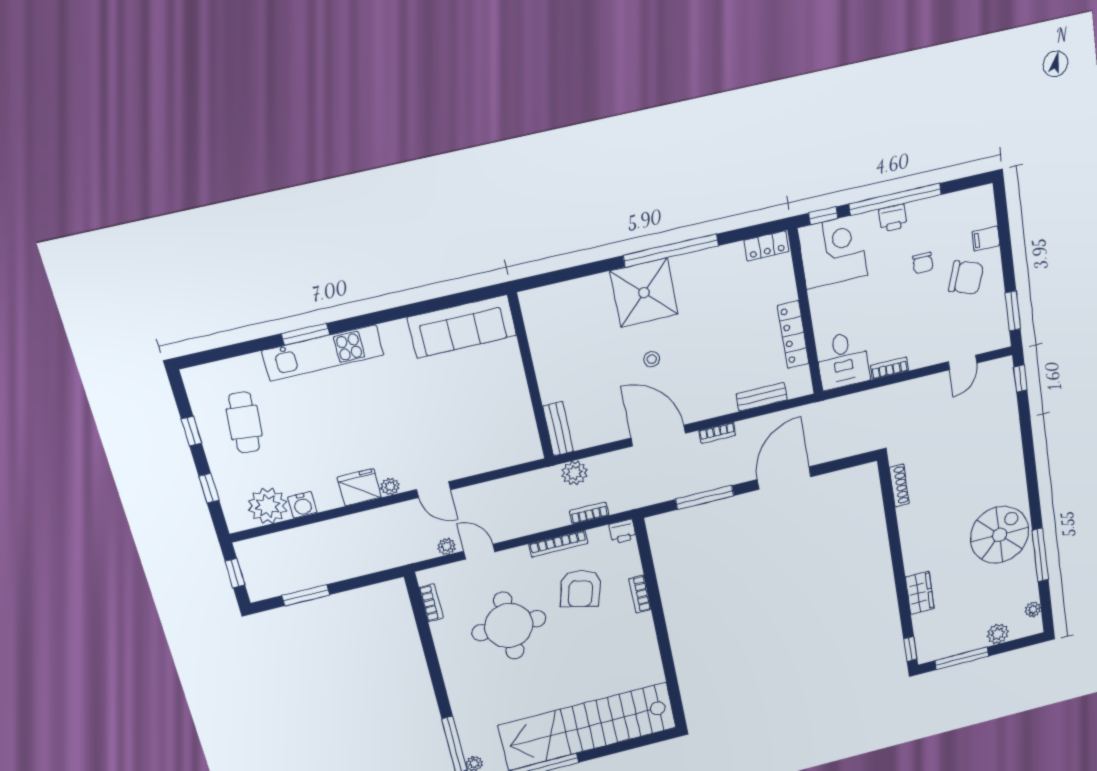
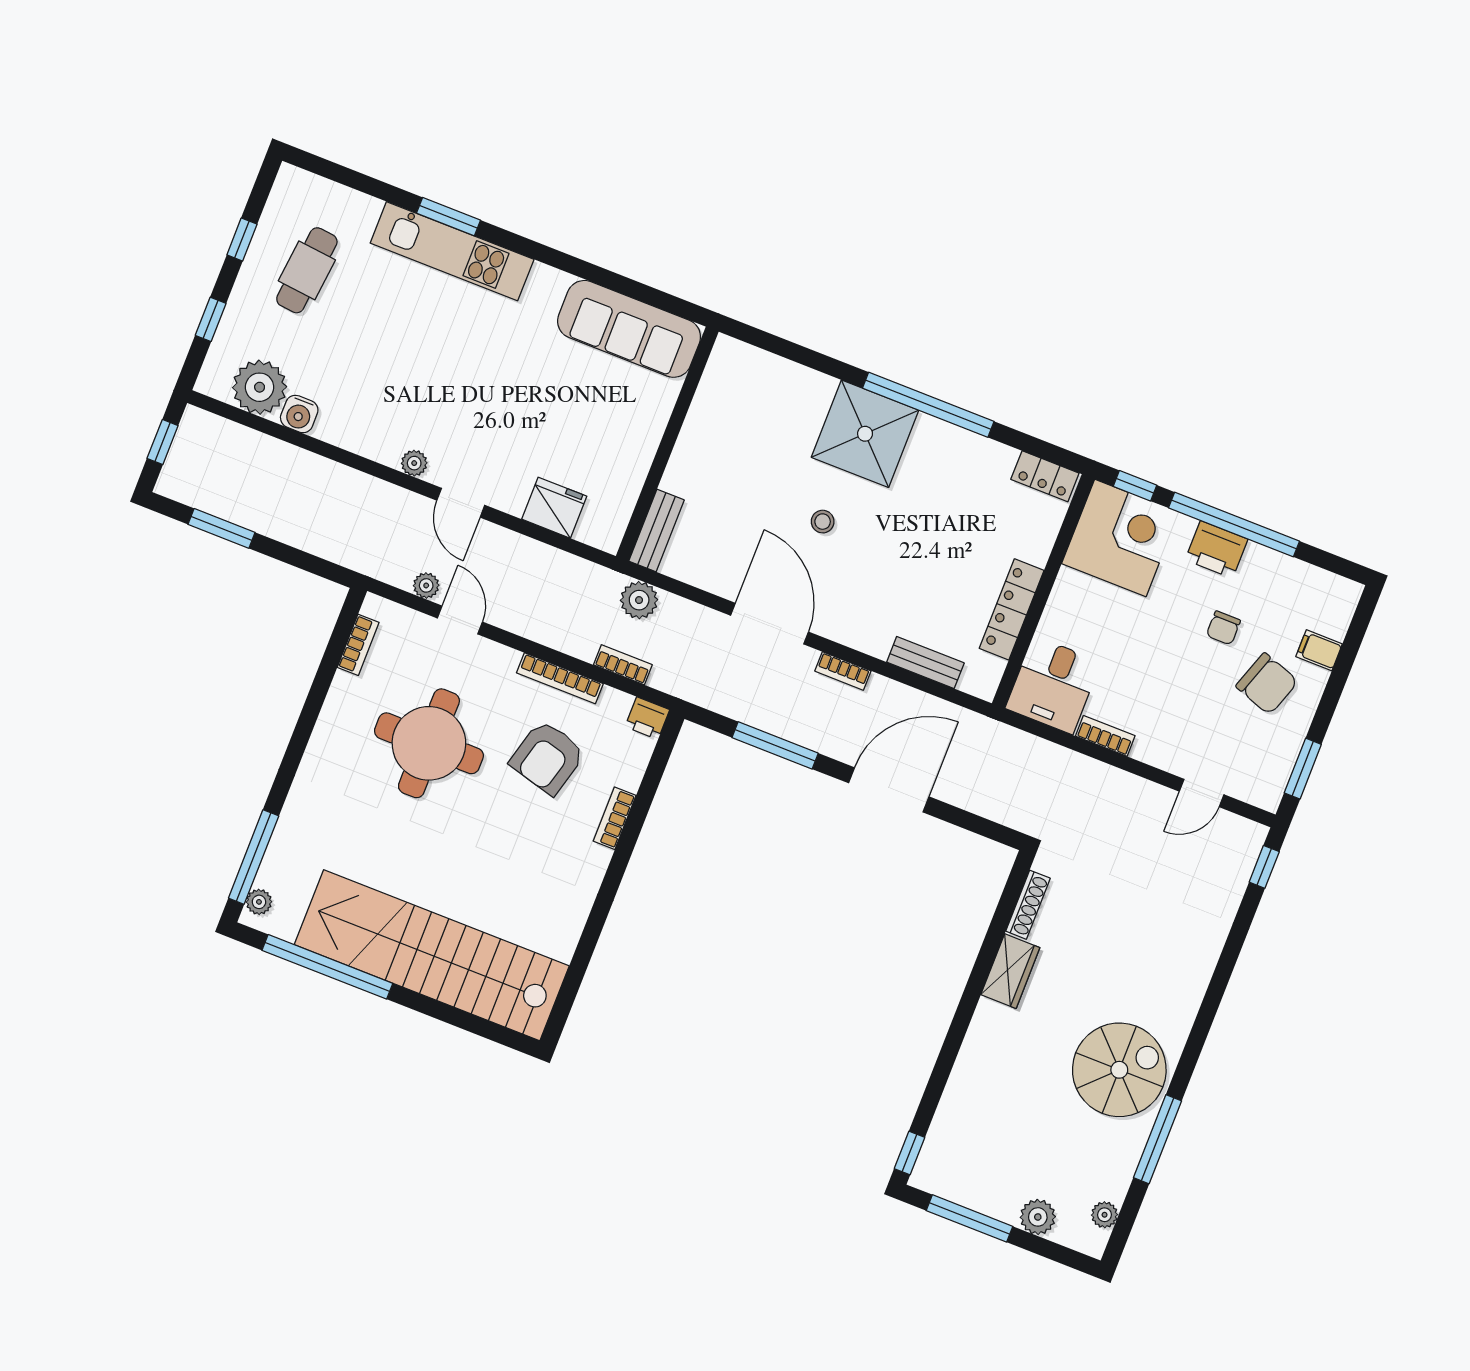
printer: (893, 218) -> (1216, 550), width x1.36, depth x1.24
fridge: (359, 487) -> (554, 508), moved
wardrobe: (920, 593) -> (1010, 971), moved

